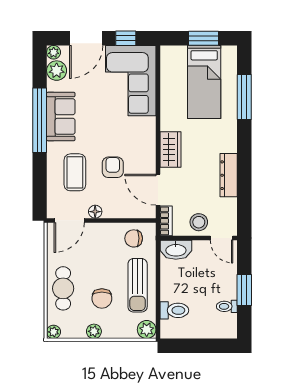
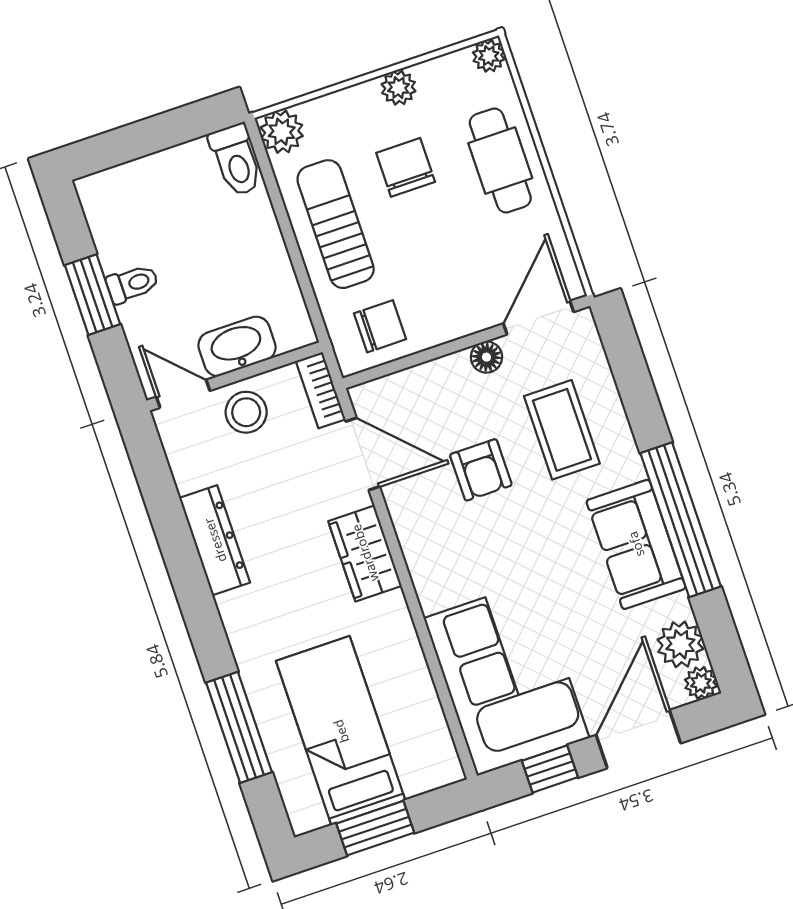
washbasin: (176, 250) -> (237, 346), moved
toilet: (227, 306) -> (132, 284), moved
toilet: (174, 310) -> (236, 160), moved, turned -90

